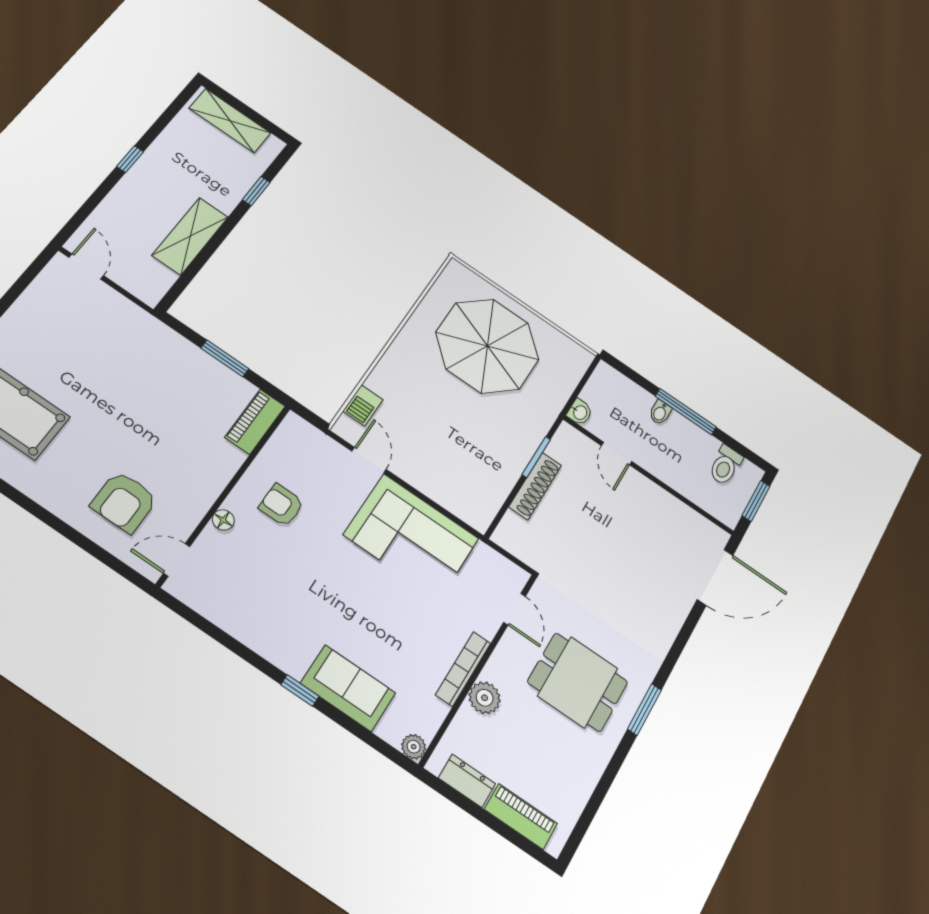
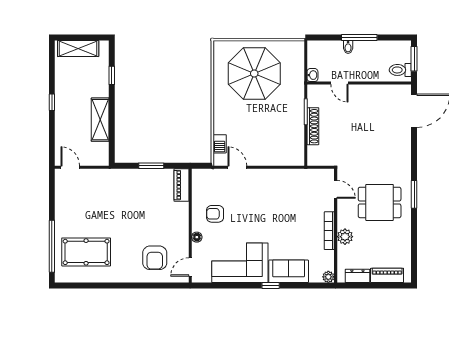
toilet: (725, 465) -> (400, 70), moved, turned 90
corner sofa: (411, 537) -> (240, 263), moved, turned 180

